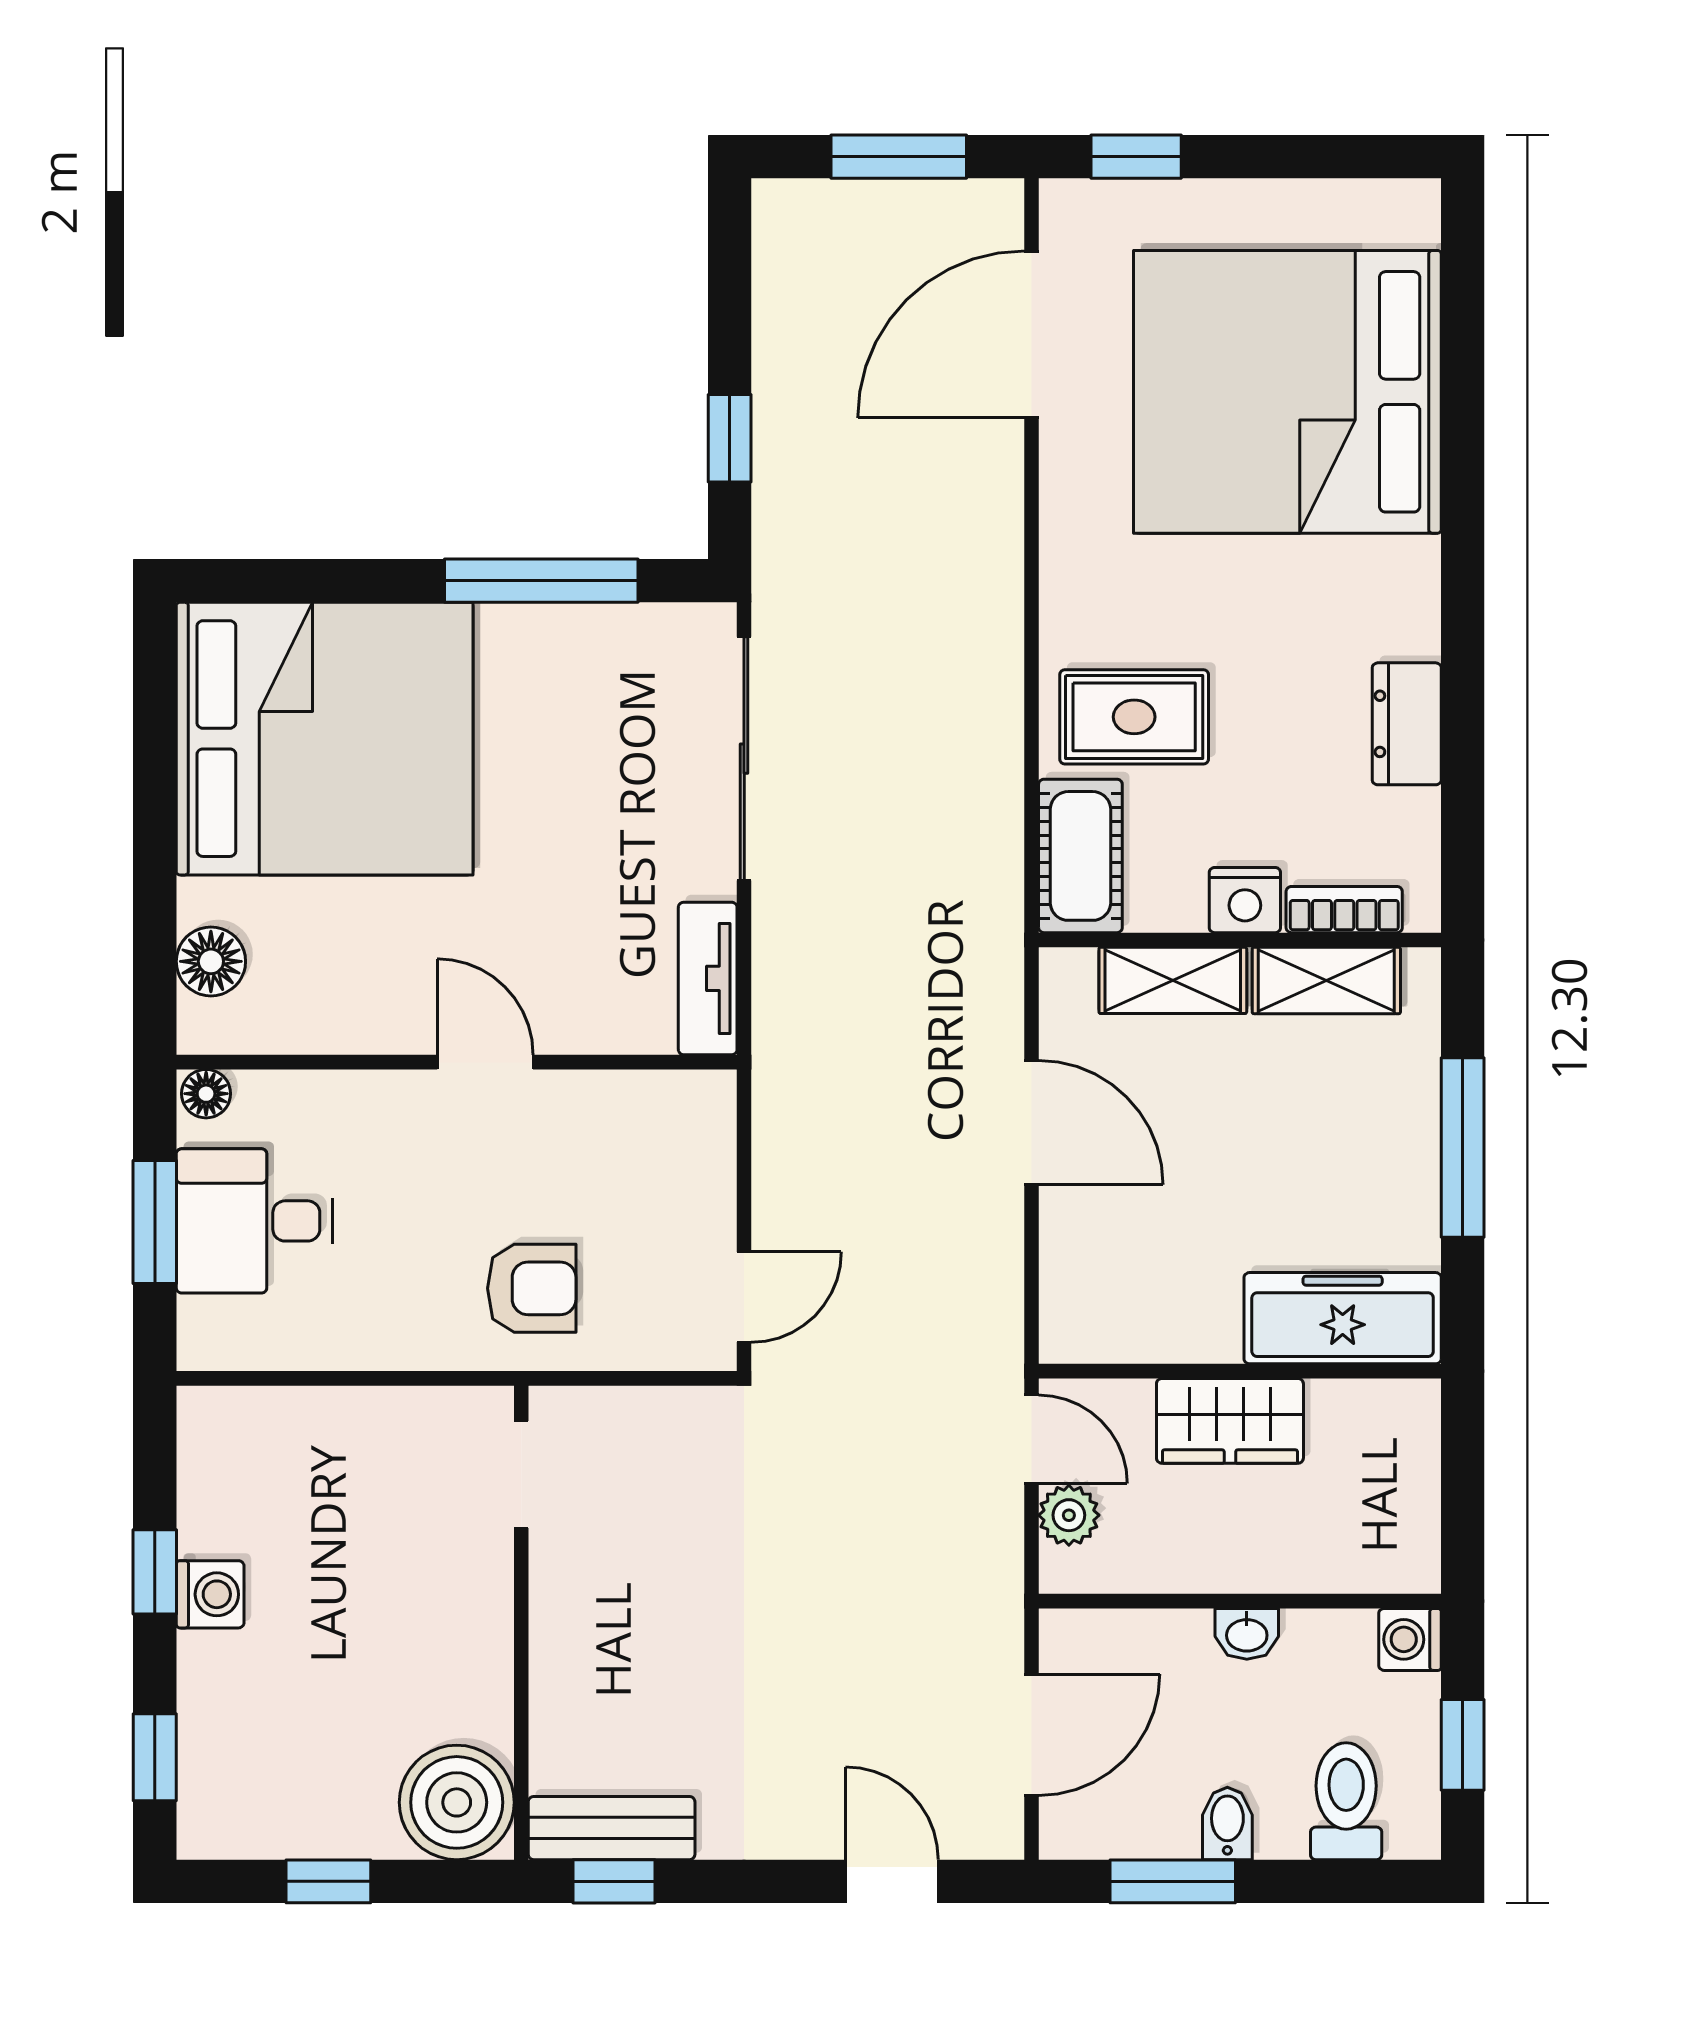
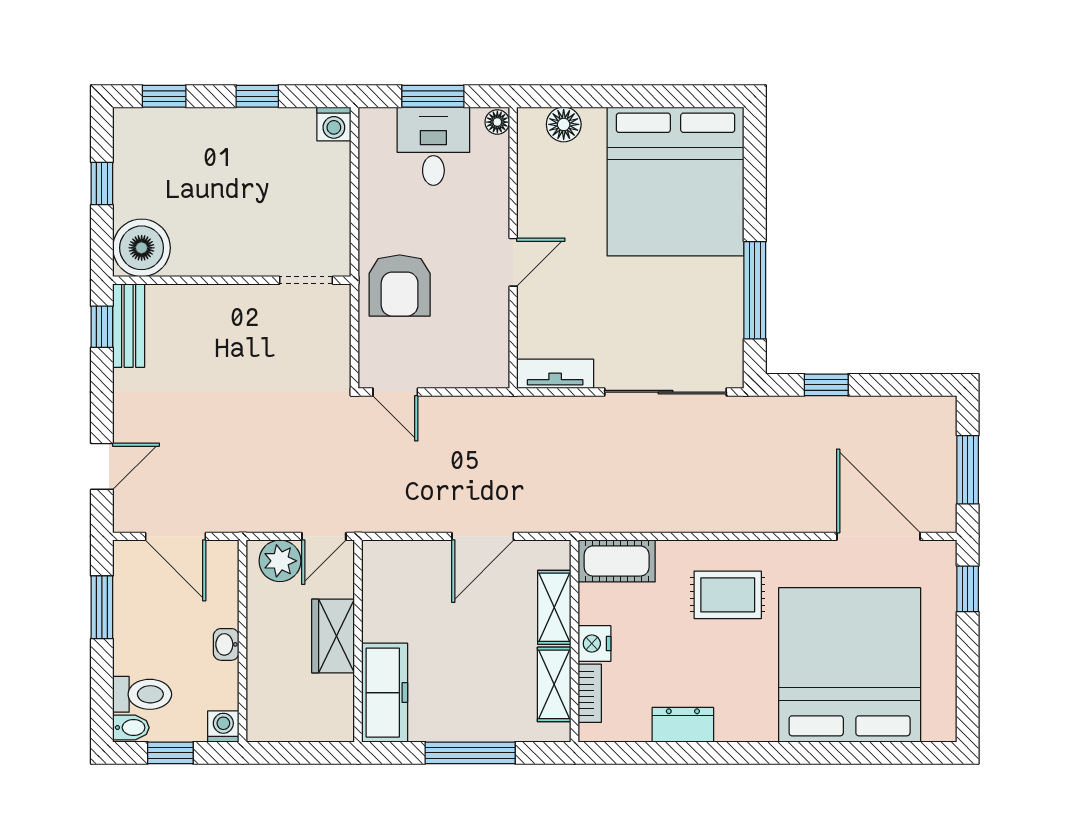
rug: (1134, 717) -> (728, 595), moved, turned 90
armchair: (532, 1288) -> (400, 285), width x1.38, depth x1.38
plant: (1069, 1515) -> (280, 561), width x1.38, depth x1.38
washing machine: (210, 1594) -> (334, 124), moved
bidet: (1227, 1823) -> (131, 728), moved

